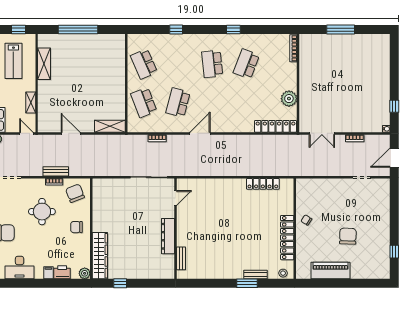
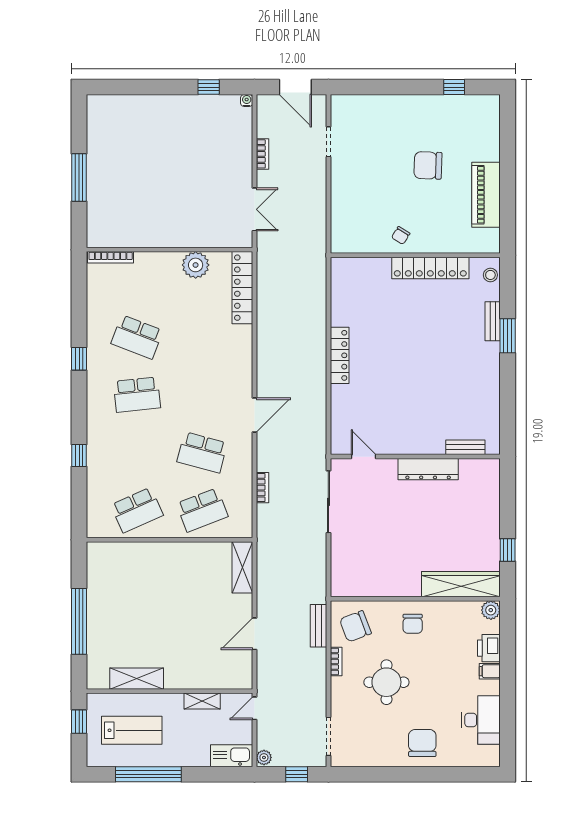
door: (200, 133) -> (255, 415), swing flipped
bench: (56, 171) -> (318, 626), moved
locker: (263, 184) -> (340, 355), moved

